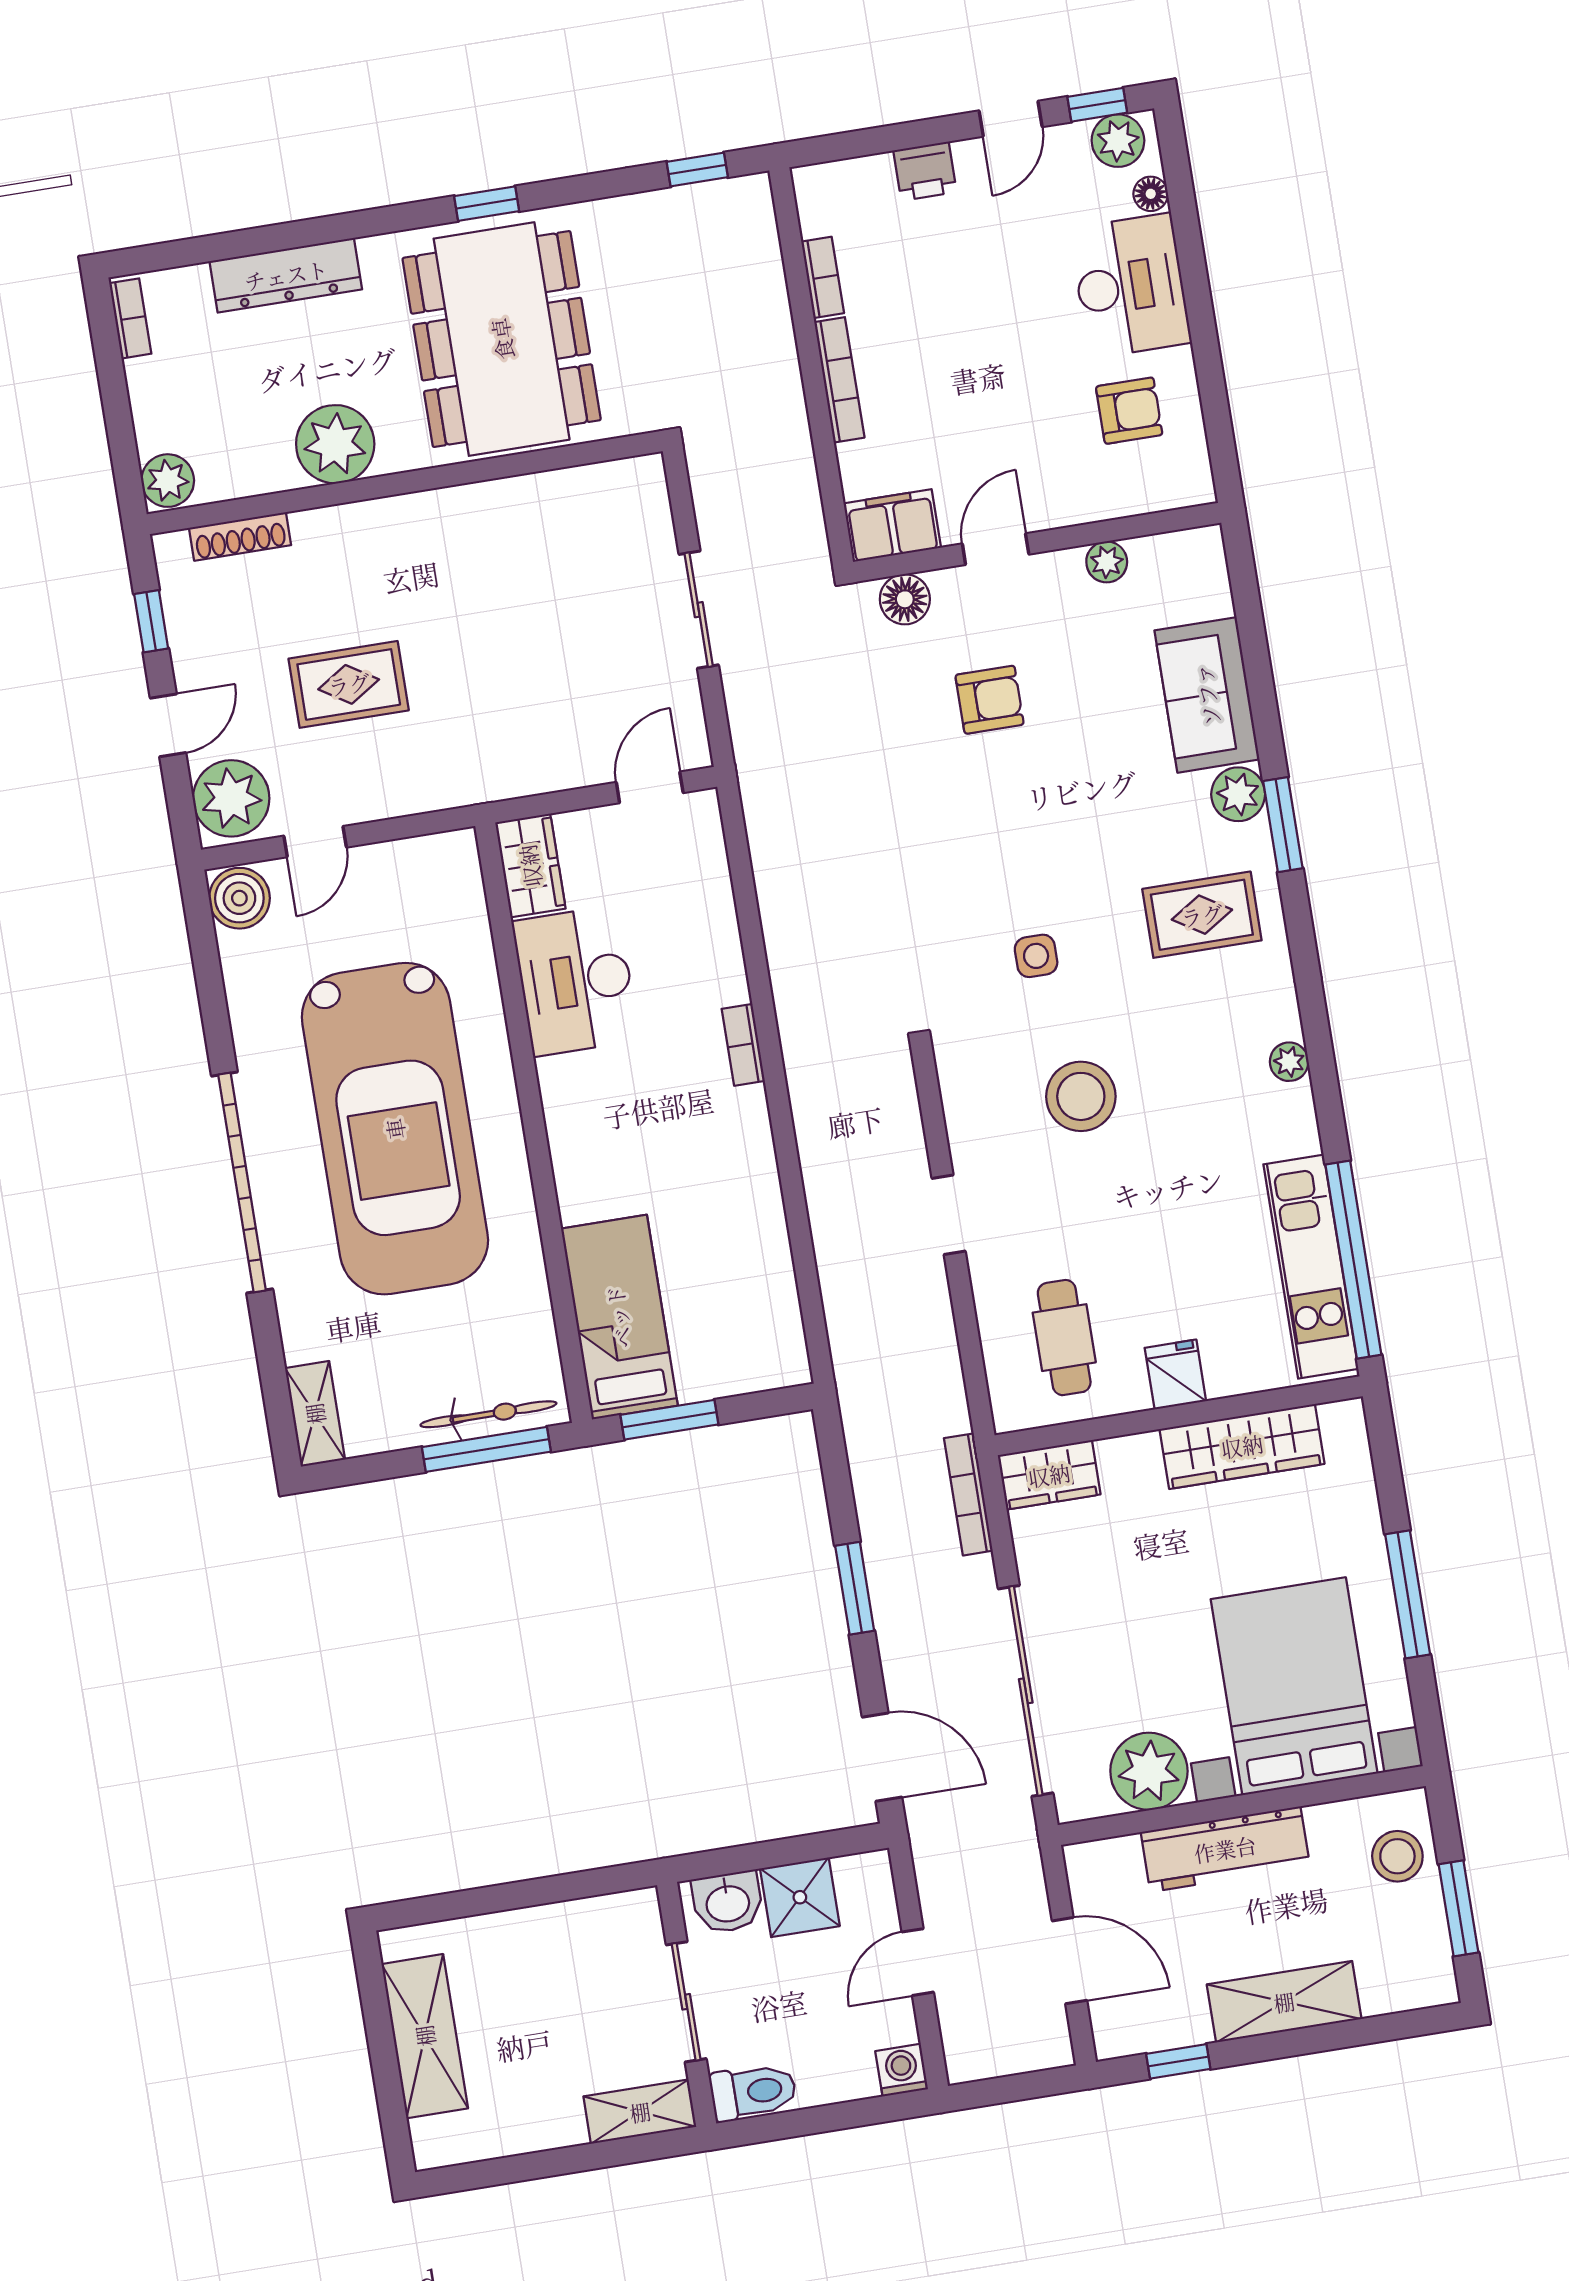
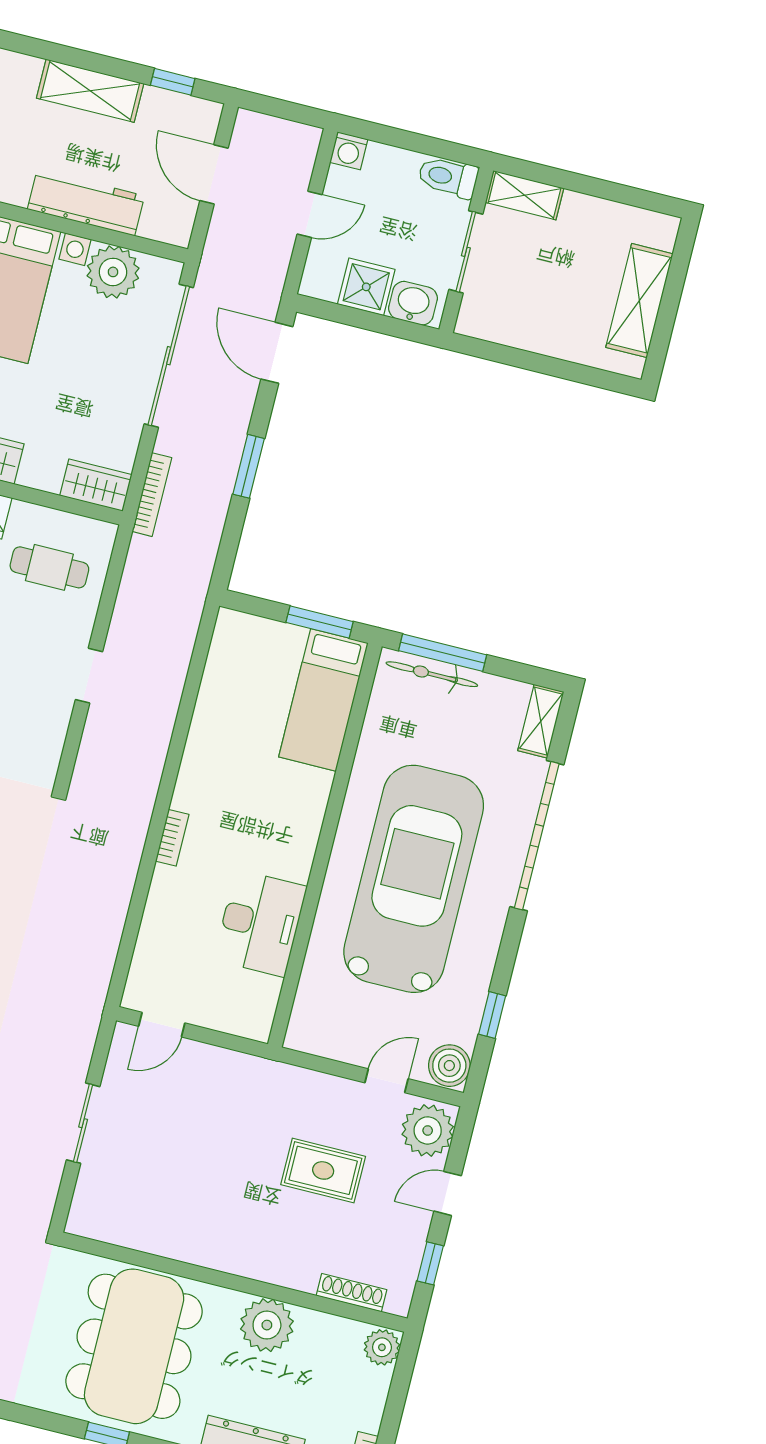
wardrobe: (530, 866) -> (258, 1008), removed
window: (211, 991) -> (492, 1015), added
garage door: (242, 1182) -> (537, 836), moved
cafe table: (1064, 1338) -> (49, 567), turned 90

